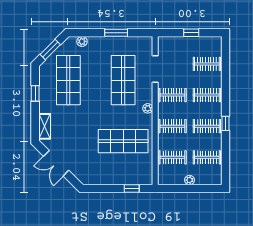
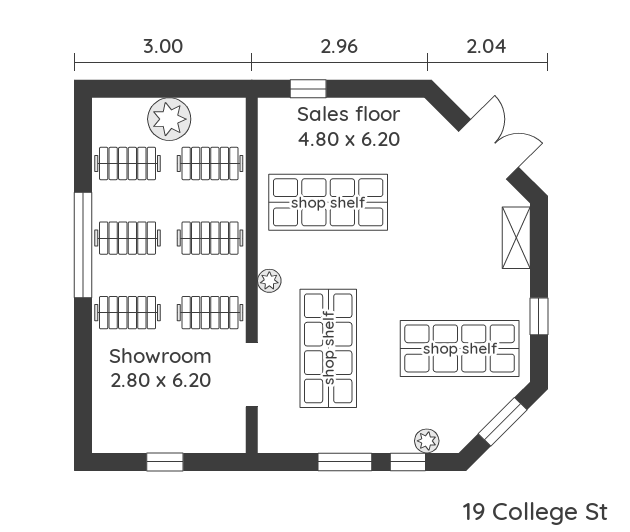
window: (90, 33) -> (408, 462), added
clothes rail: (207, 64) -> (128, 387), removed
shop shelf: (68, 80) -> (460, 348), turned 90
window: (226, 123) -> (83, 245), width x3.17
plant: (189, 180) -> (169, 119), width x1.87, depth x1.87

